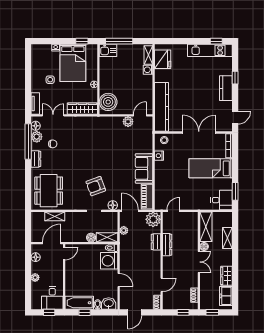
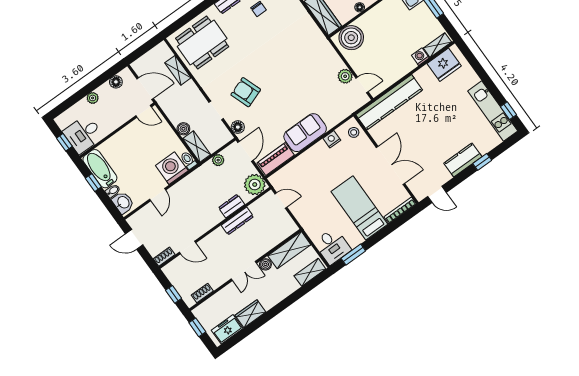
shelving: (227, 238) -> (310, 272), moved

